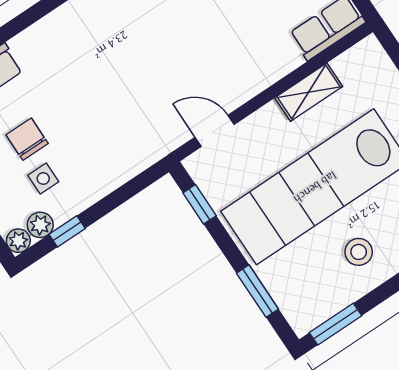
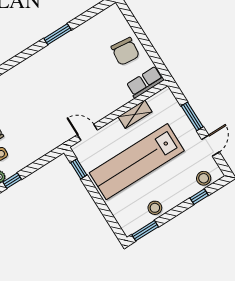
stool: (359, 252) -> (155, 208), moved
window: (258, 291) -> (107, 213), removed

